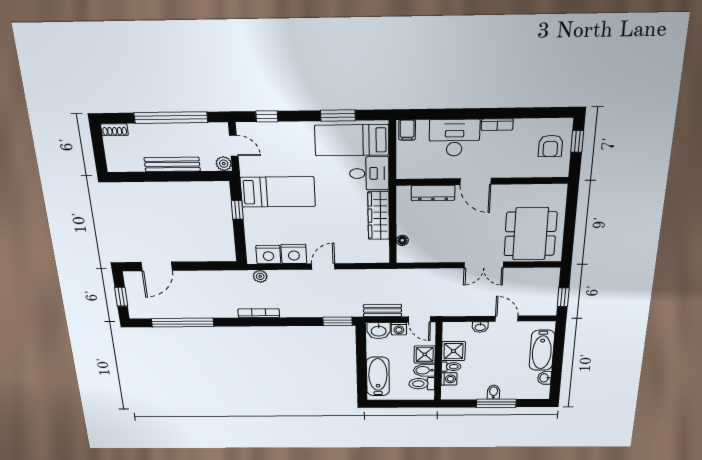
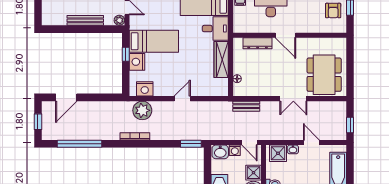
nightstand: (294, 254) -> (137, 62), moved, turned 90
plant: (260, 276) -> (142, 110), width x1.88, depth x1.88
bench: (382, 311) -> (246, 106), moved
shower: (453, 351) -> (278, 153), moved

